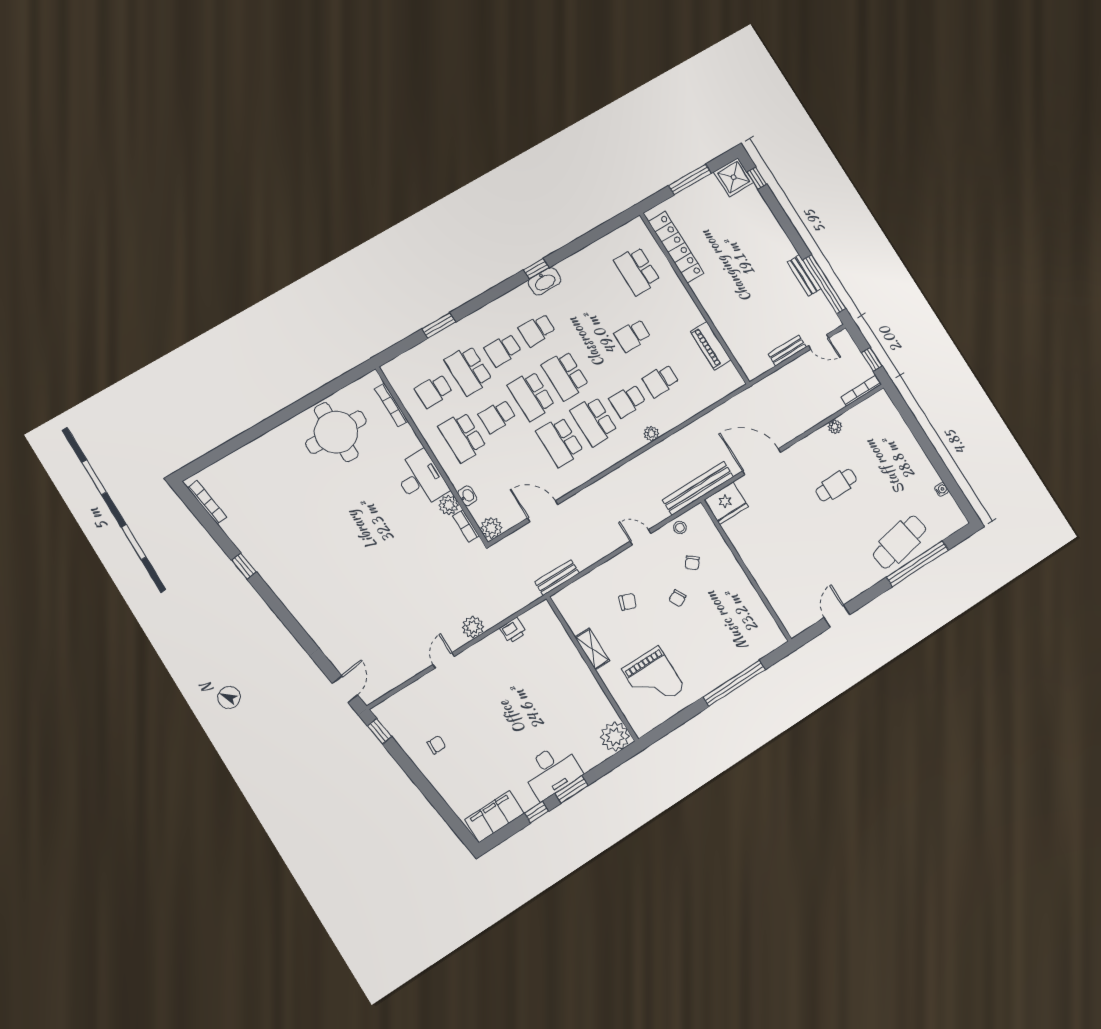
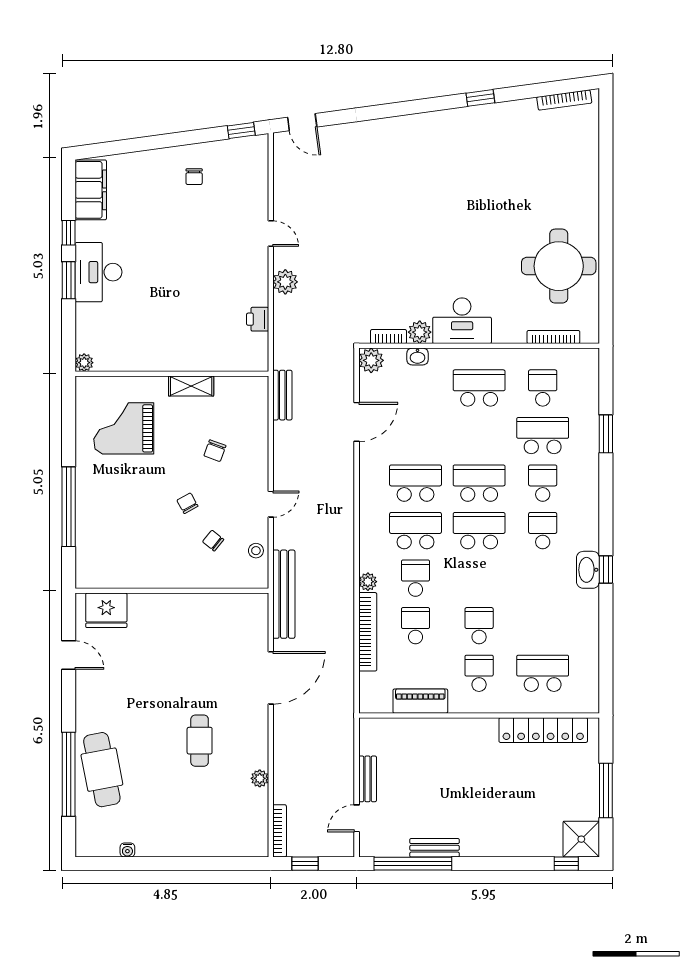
bookcase: (686, 412) -> (368, 632), added
school desk: (497, 416) -> (479, 673), moved
fridge: (726, 503) -> (106, 610), moved, turned -90
plant: (615, 737) -> (84, 363), width x0.53, depth x0.53

